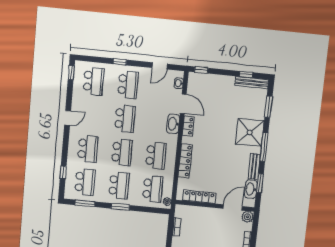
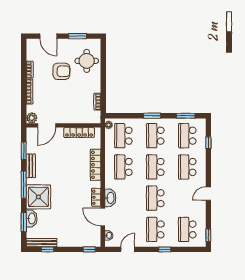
washbasin: (251, 189) -> (32, 219), moved

